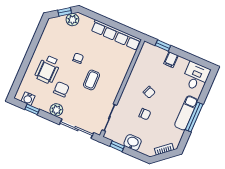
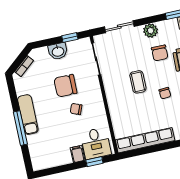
desk: (196, 77) -> (96, 143), moved
chair: (145, 114) -> (65, 86), width x1.87, depth x1.87
window: (194, 117) -> (20, 128), moved
sliding door: (77, 129) -> (119, 27), width x0.73

